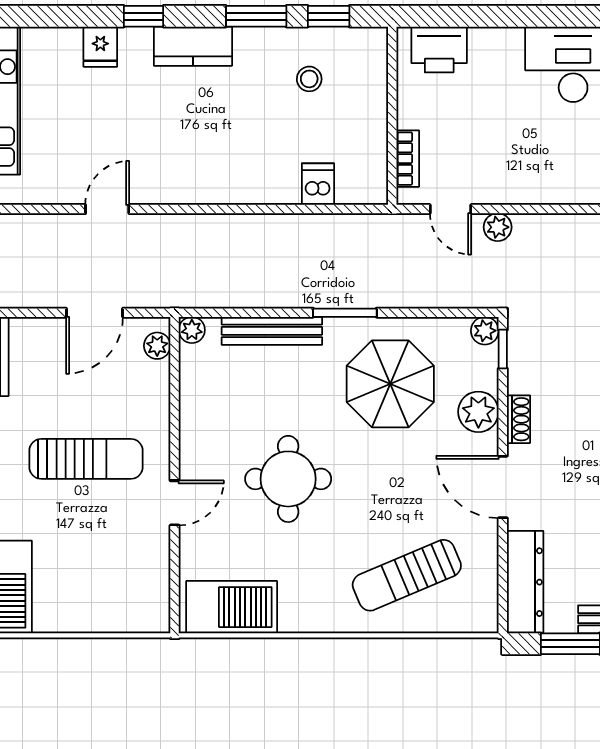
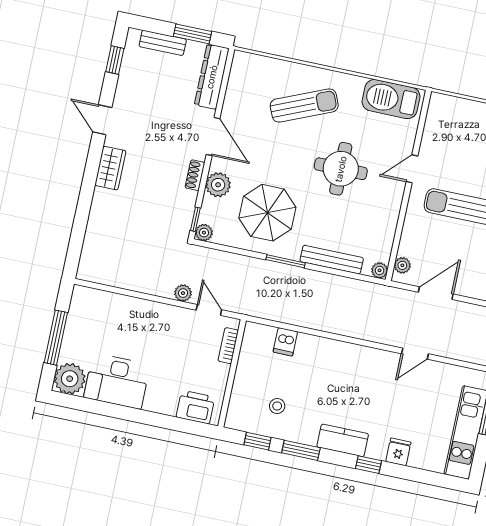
sun lounger: (407, 575) -> (304, 105), moved

